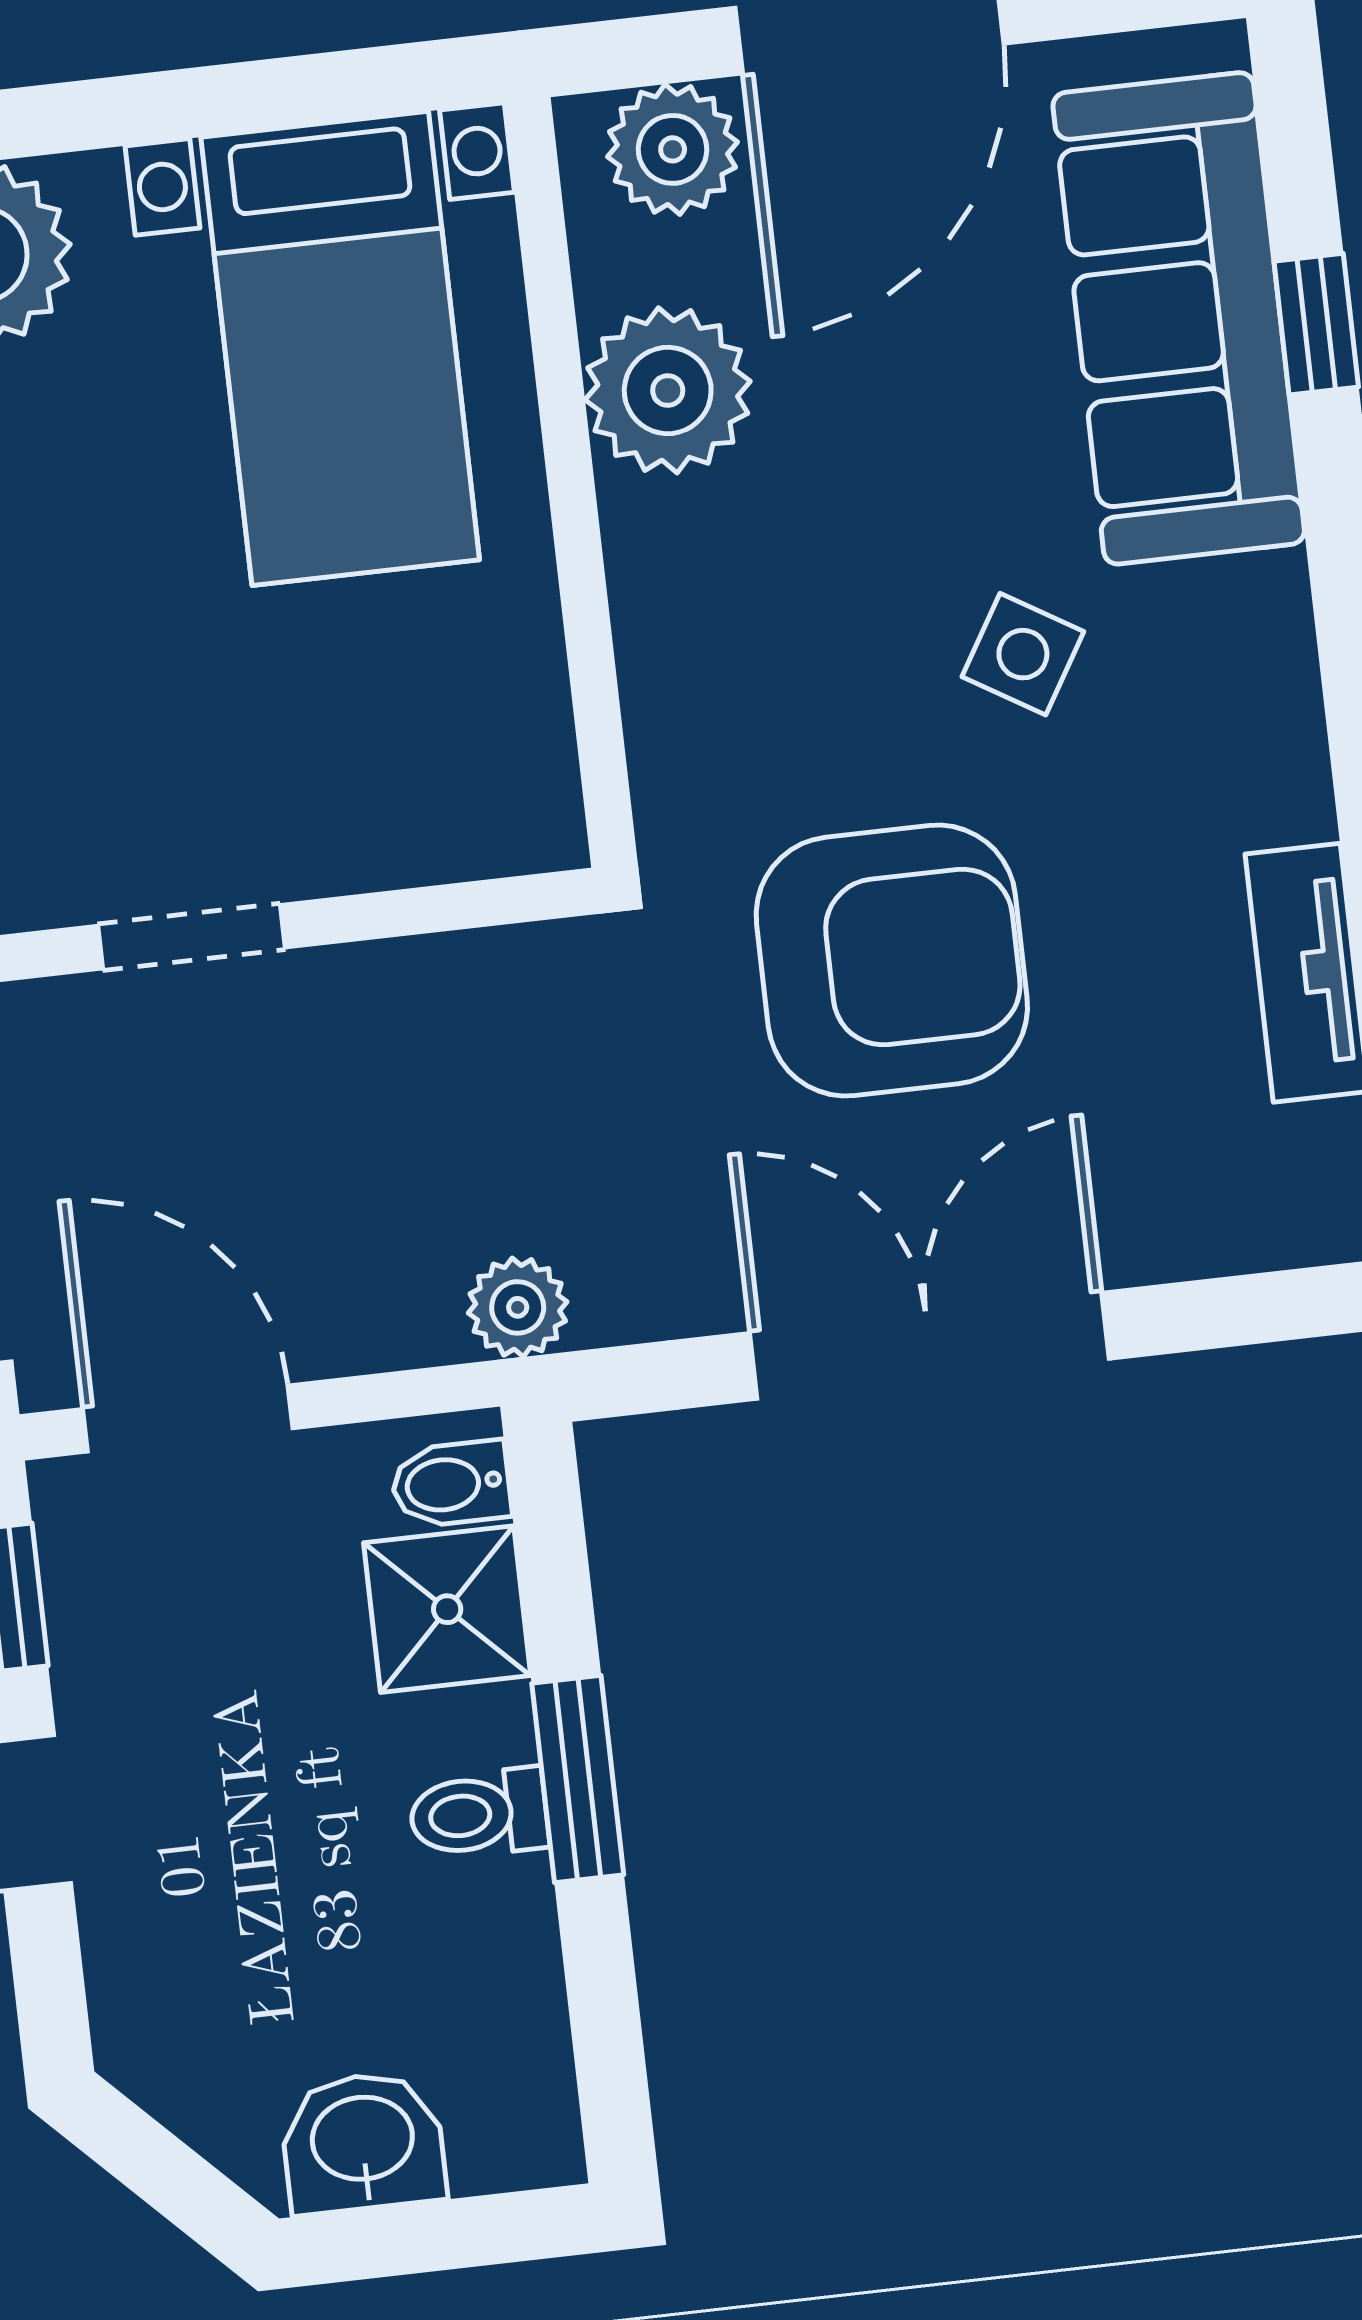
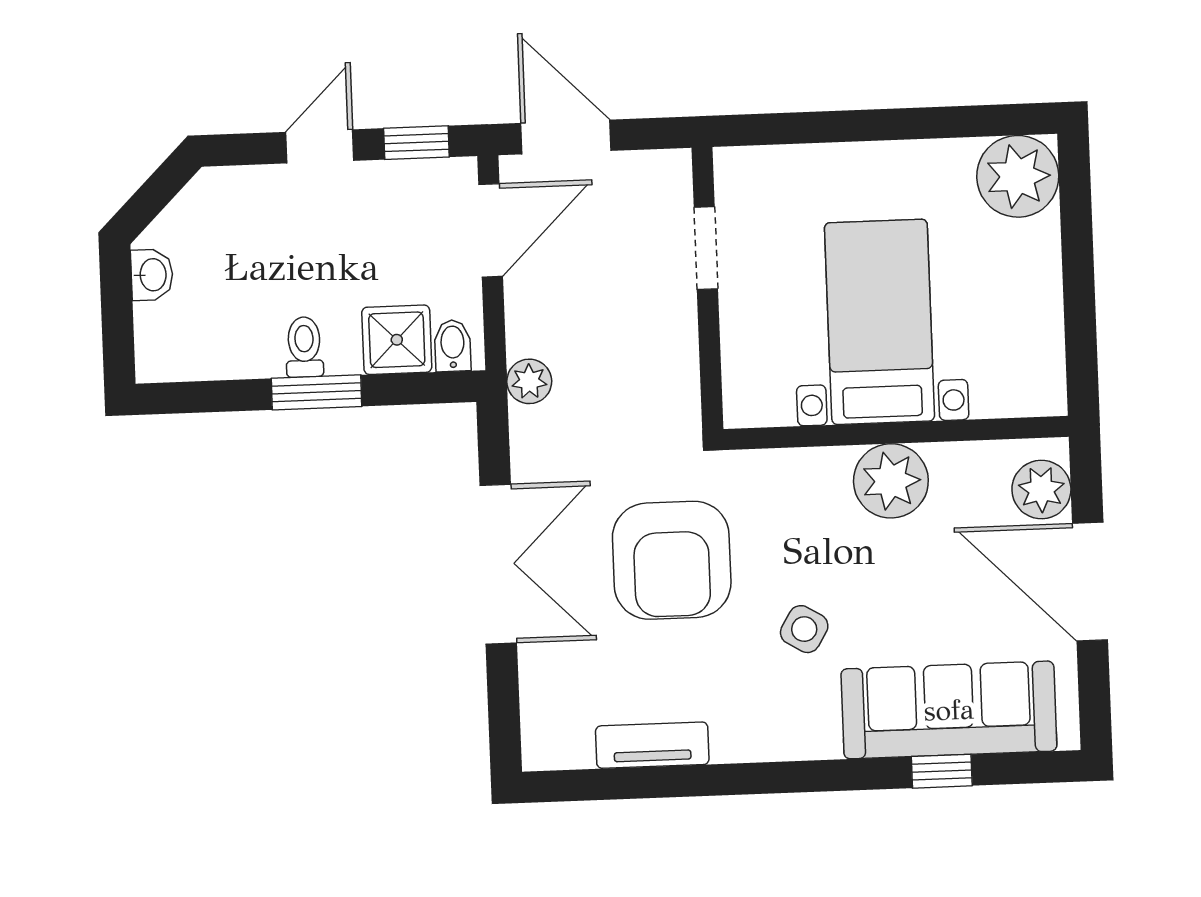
bed with nightstands: (340, 348) -> (880, 322), moved, turned 90
plant: (668, 390) -> (891, 481), moved
washbasin: (363, 2142) -> (152, 275), width x0.72, depth x0.69

